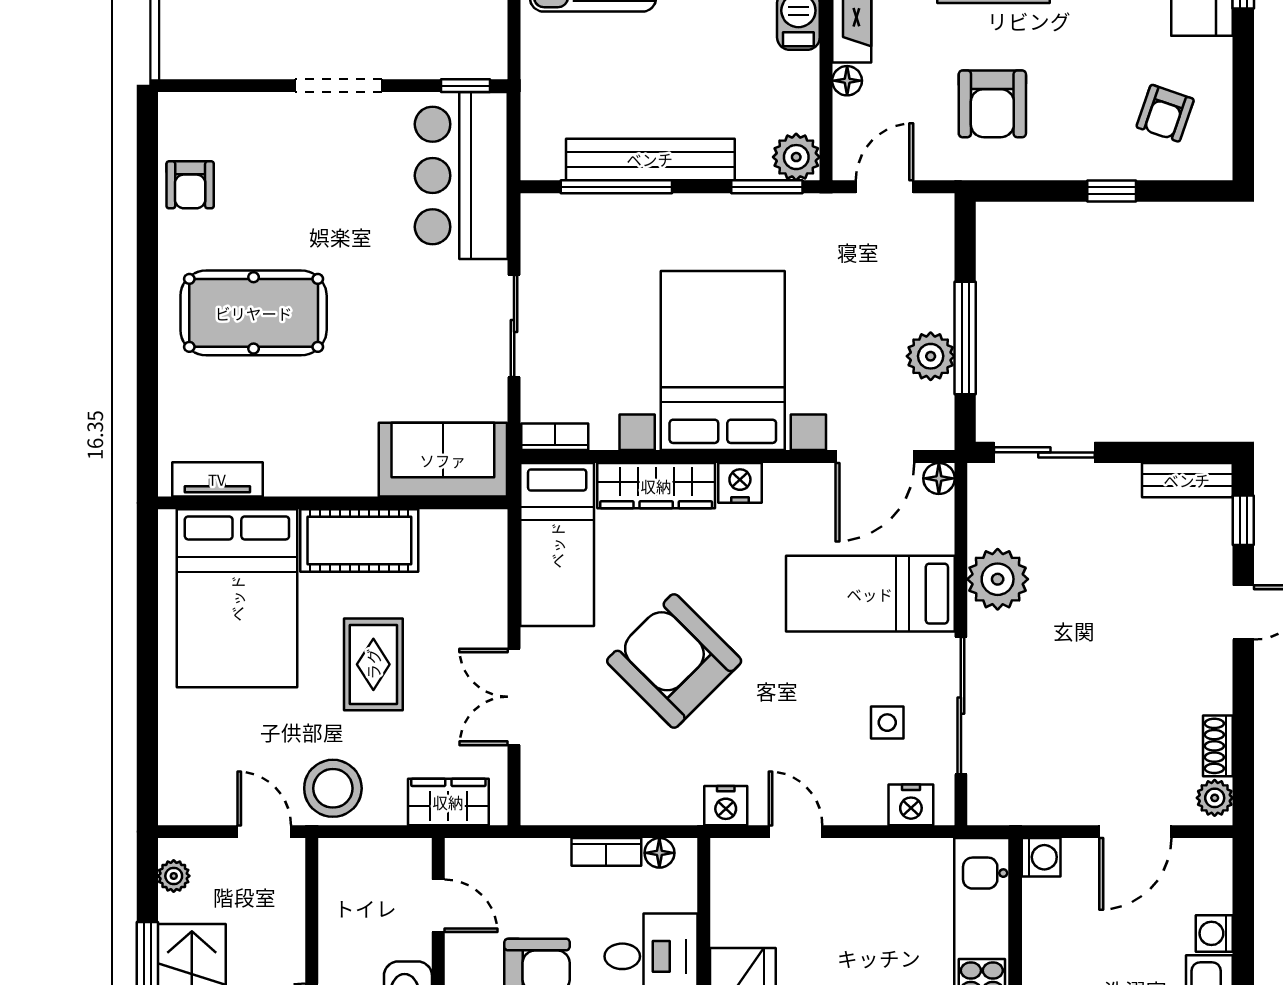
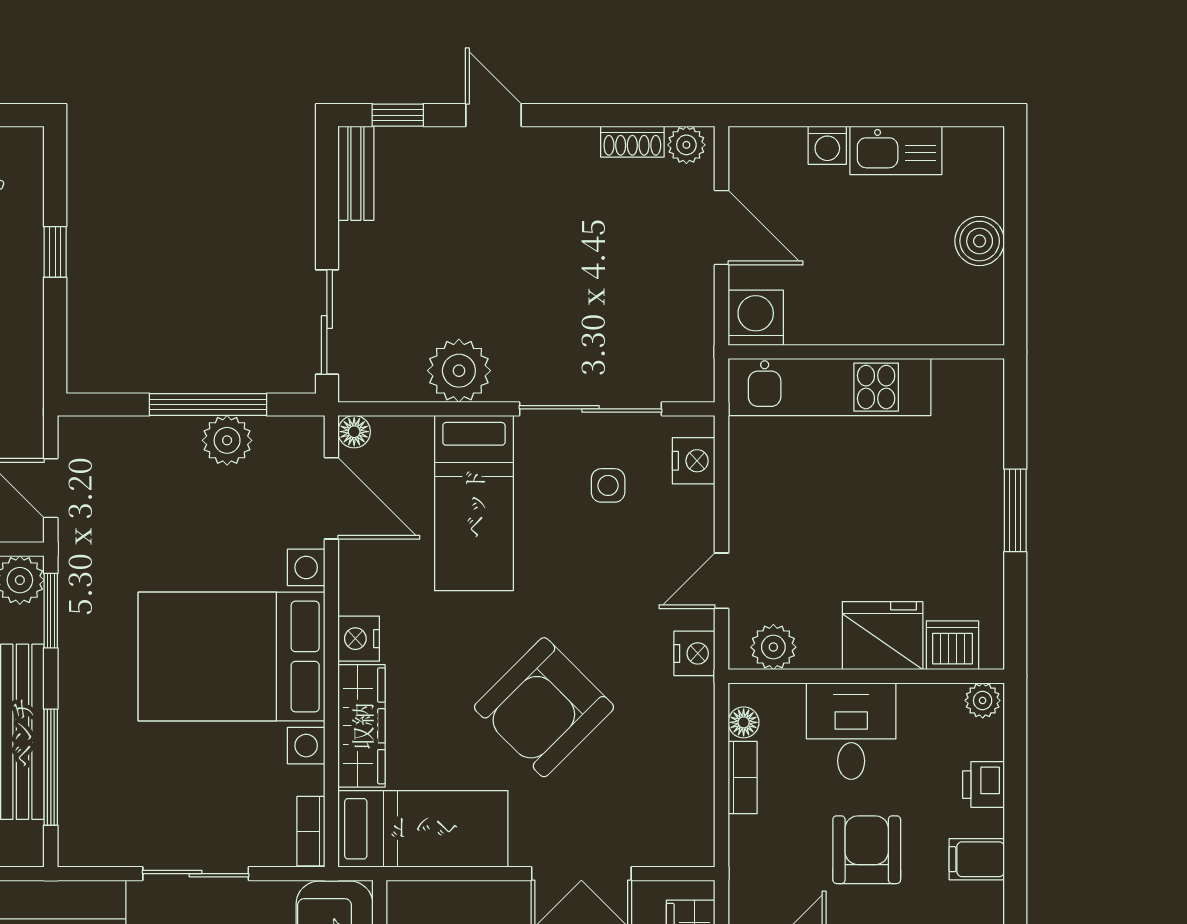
washing machine: (1041, 857) -> (756, 318), width x1.38, depth x1.38
plant: (732, 881) -> (773, 647), added

